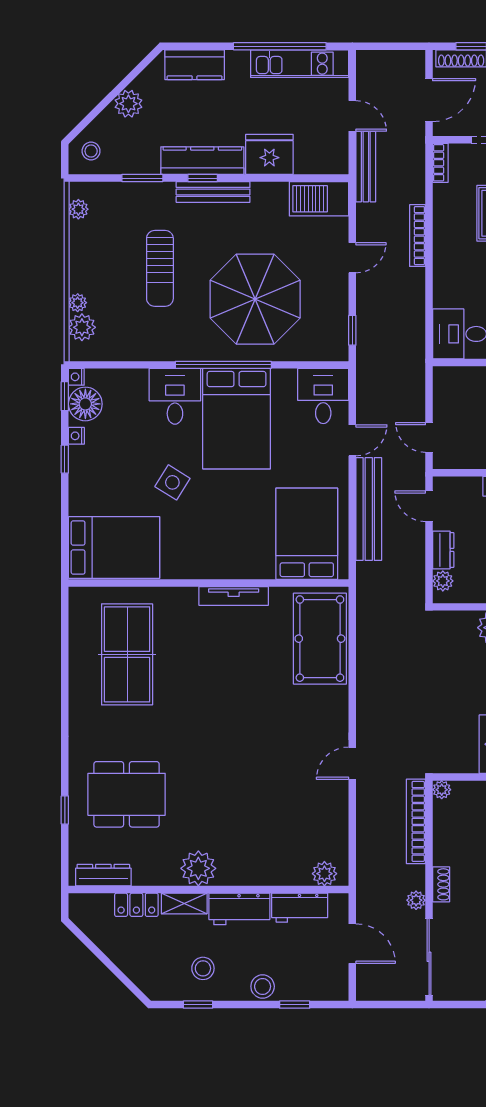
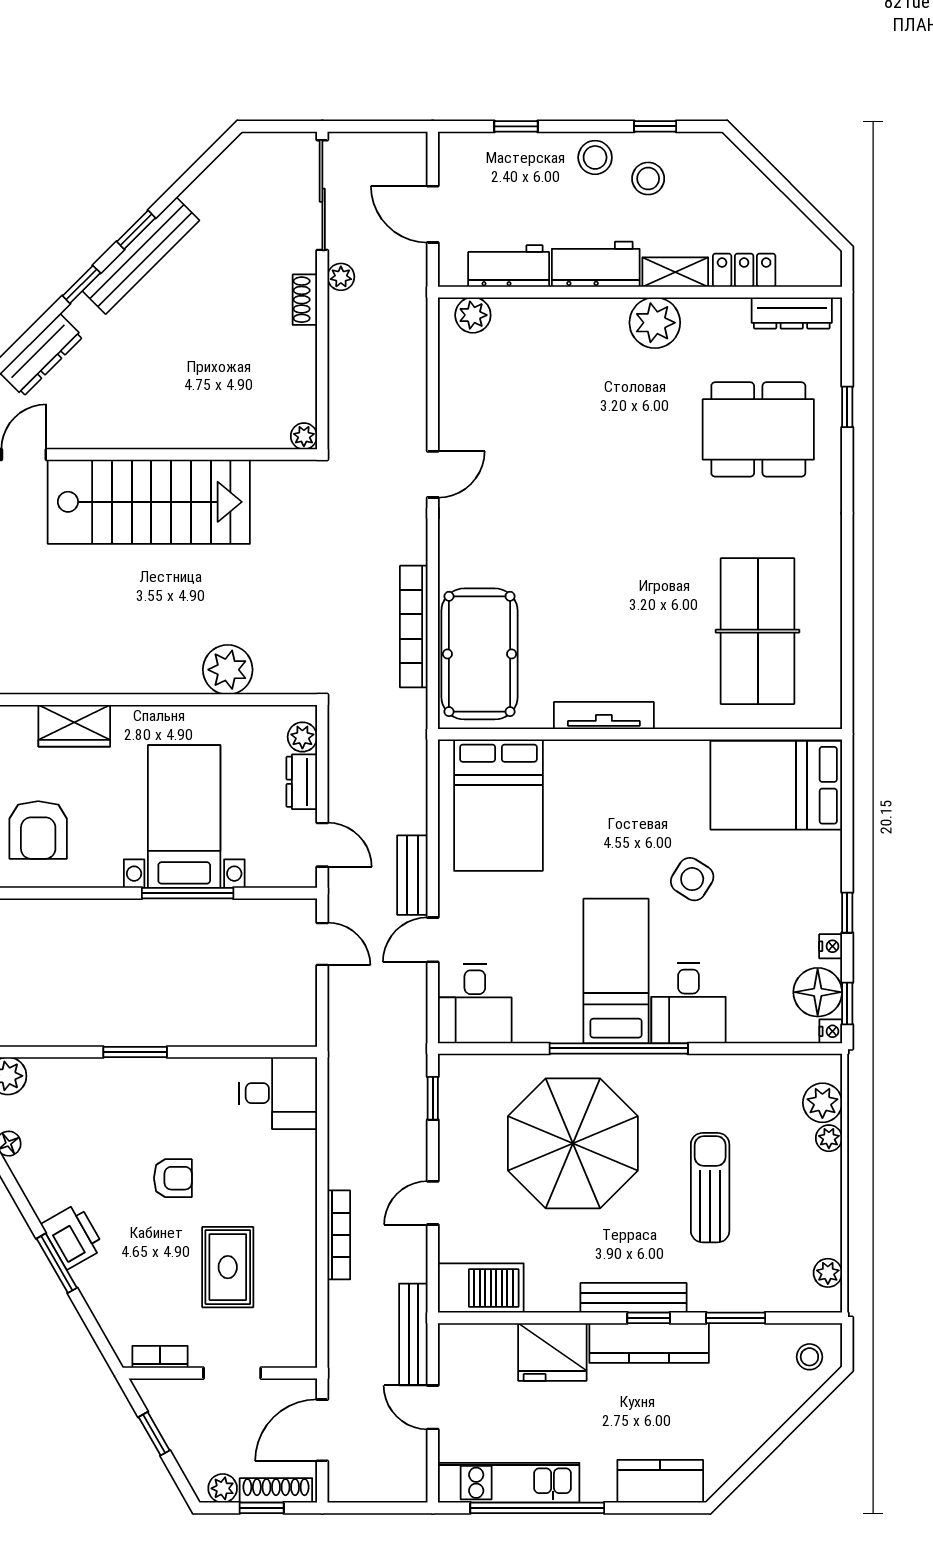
plant: (128, 104) -> (755, 1425), removed
bookcase: (440, 163) -> (306, 1340), removed
bed: (237, 419) -> (616, 971), width x0.67
bench: (369, 509) -> (412, 875), width x0.54, depth x0.82
bookcase: (416, 821) -> (414, 627), moved, turned 180
stool: (263, 986) -> (595, 157), moved

